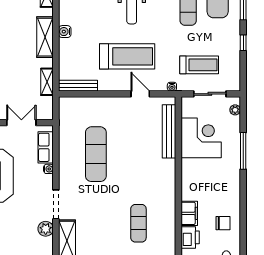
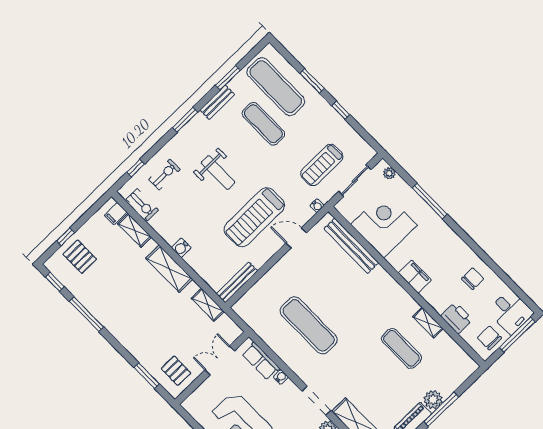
treadmill: (127, 56) -> (254, 217), turned 180
treadmill: (199, 65) -> (322, 165), turned 180
filing cabinet: (189, 213) -> (415, 277), moved
shelving: (170, 223) -> (428, 323), added

